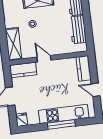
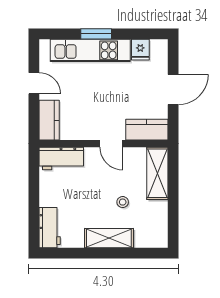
workbench: (78, 30) -> (61, 158), moved, turned 90
fridge: (22, 120) -> (140, 50), moved
window: (61, 125) -> (96, 34), width x0.69

